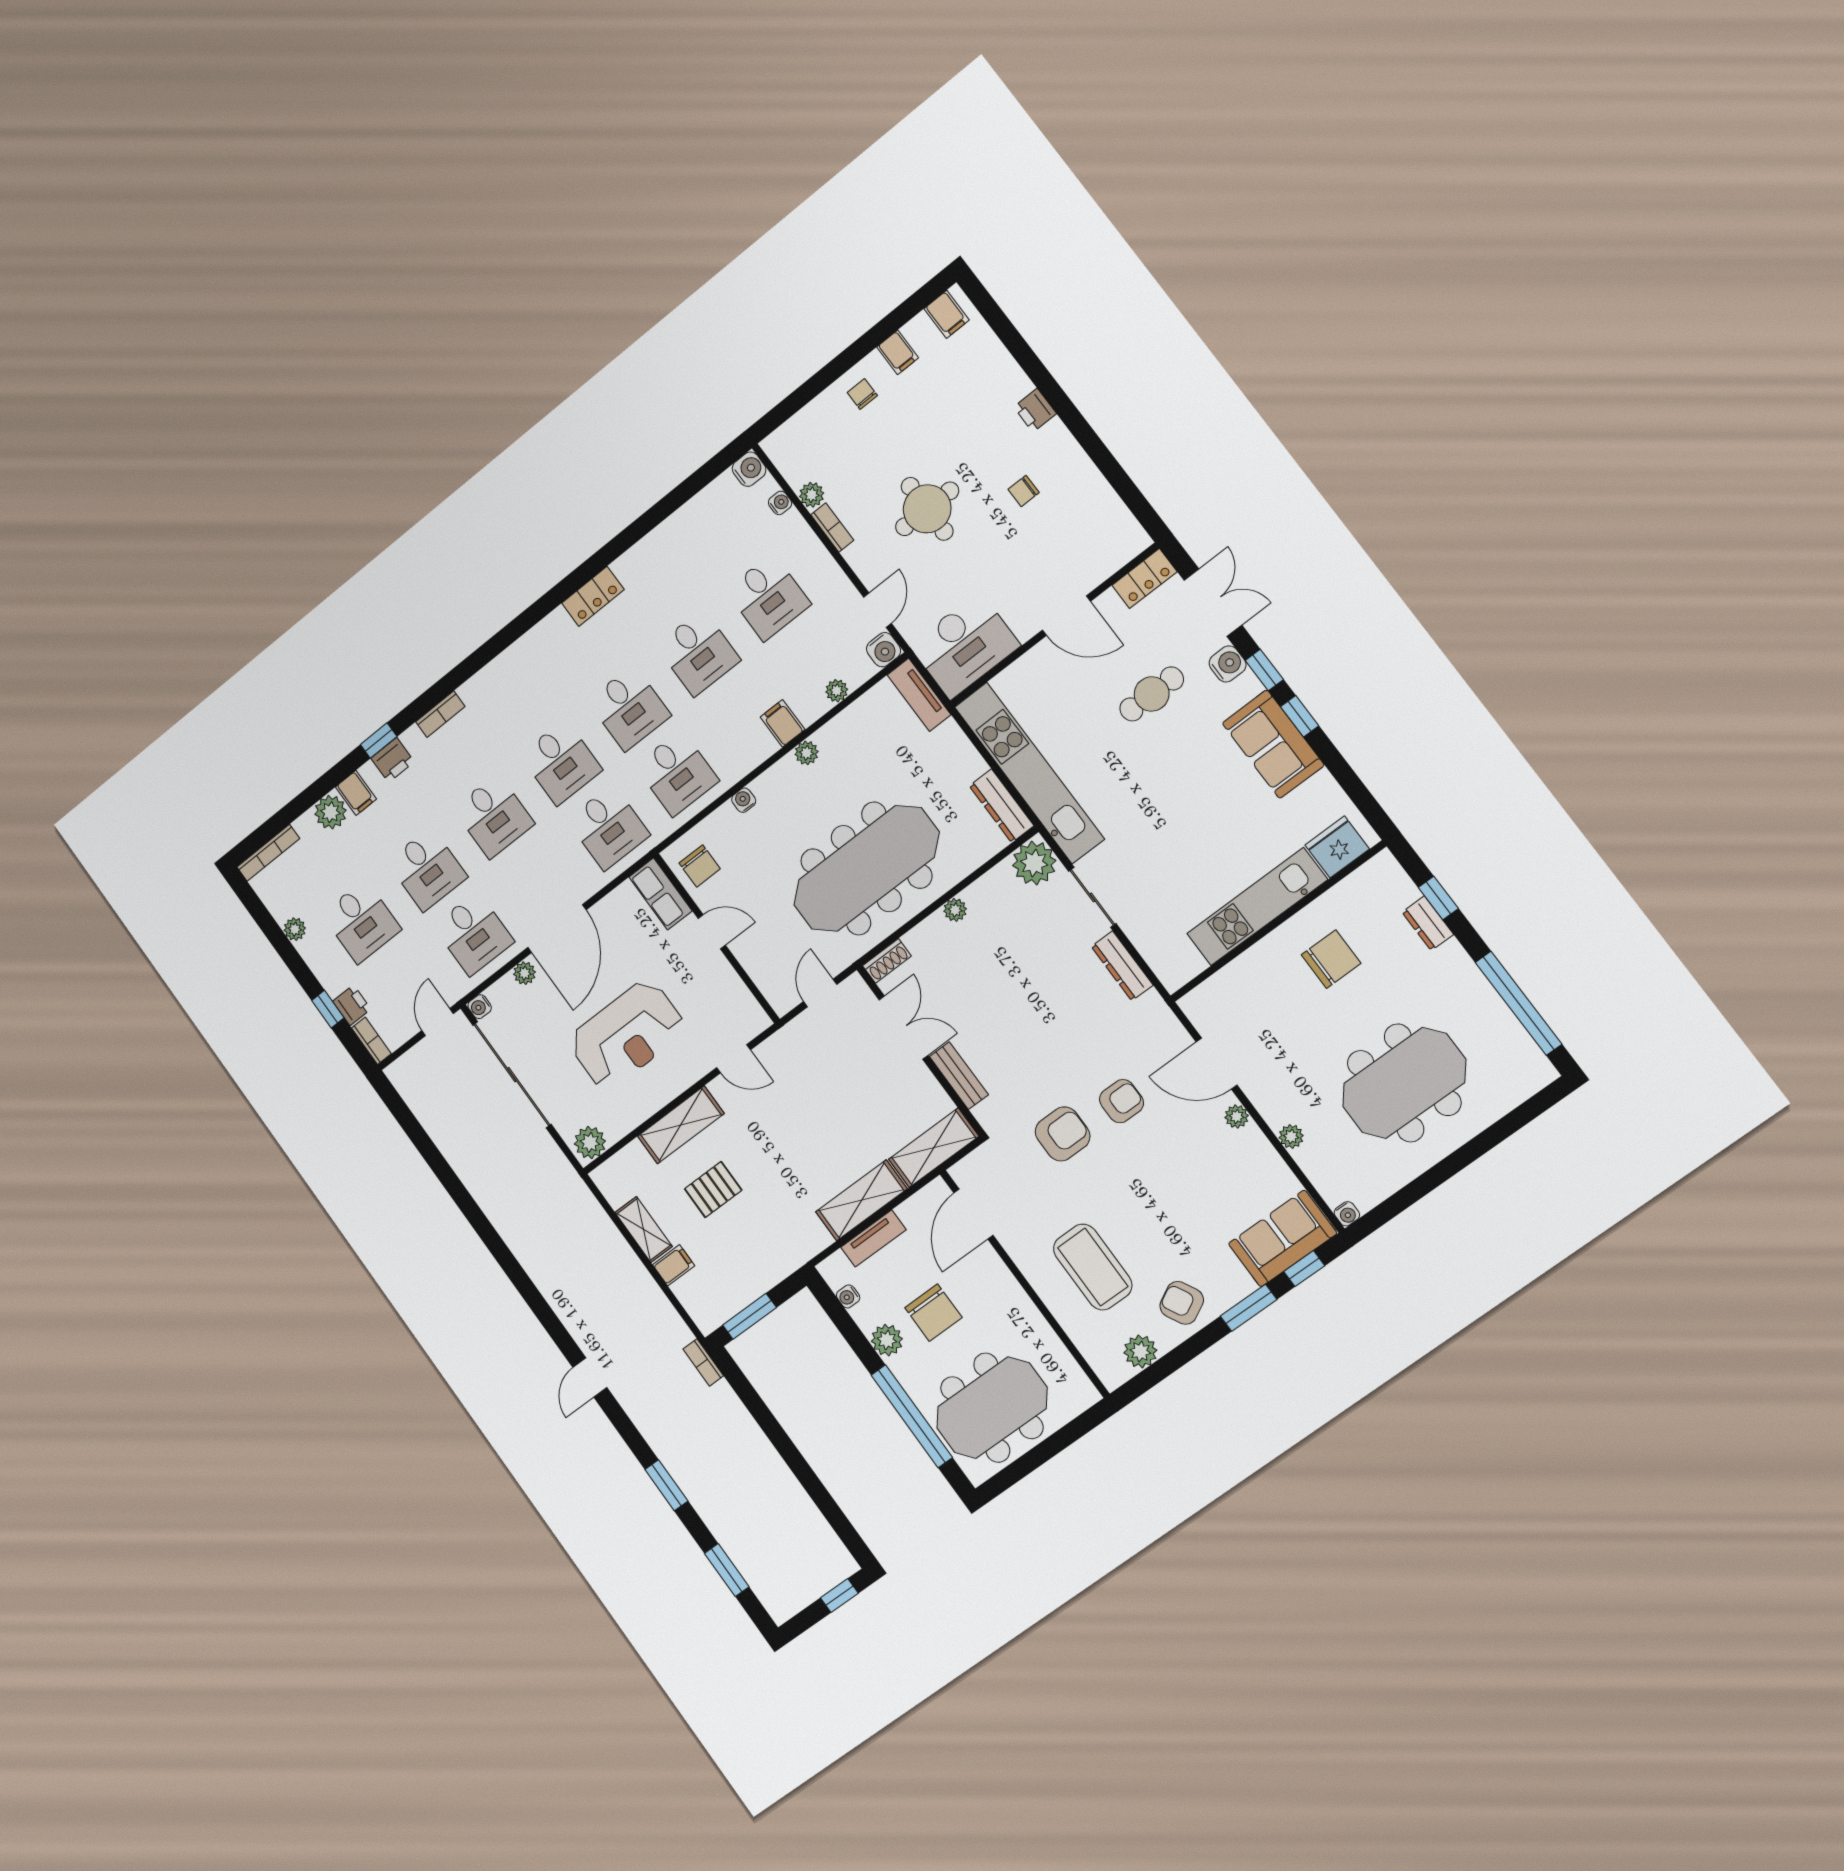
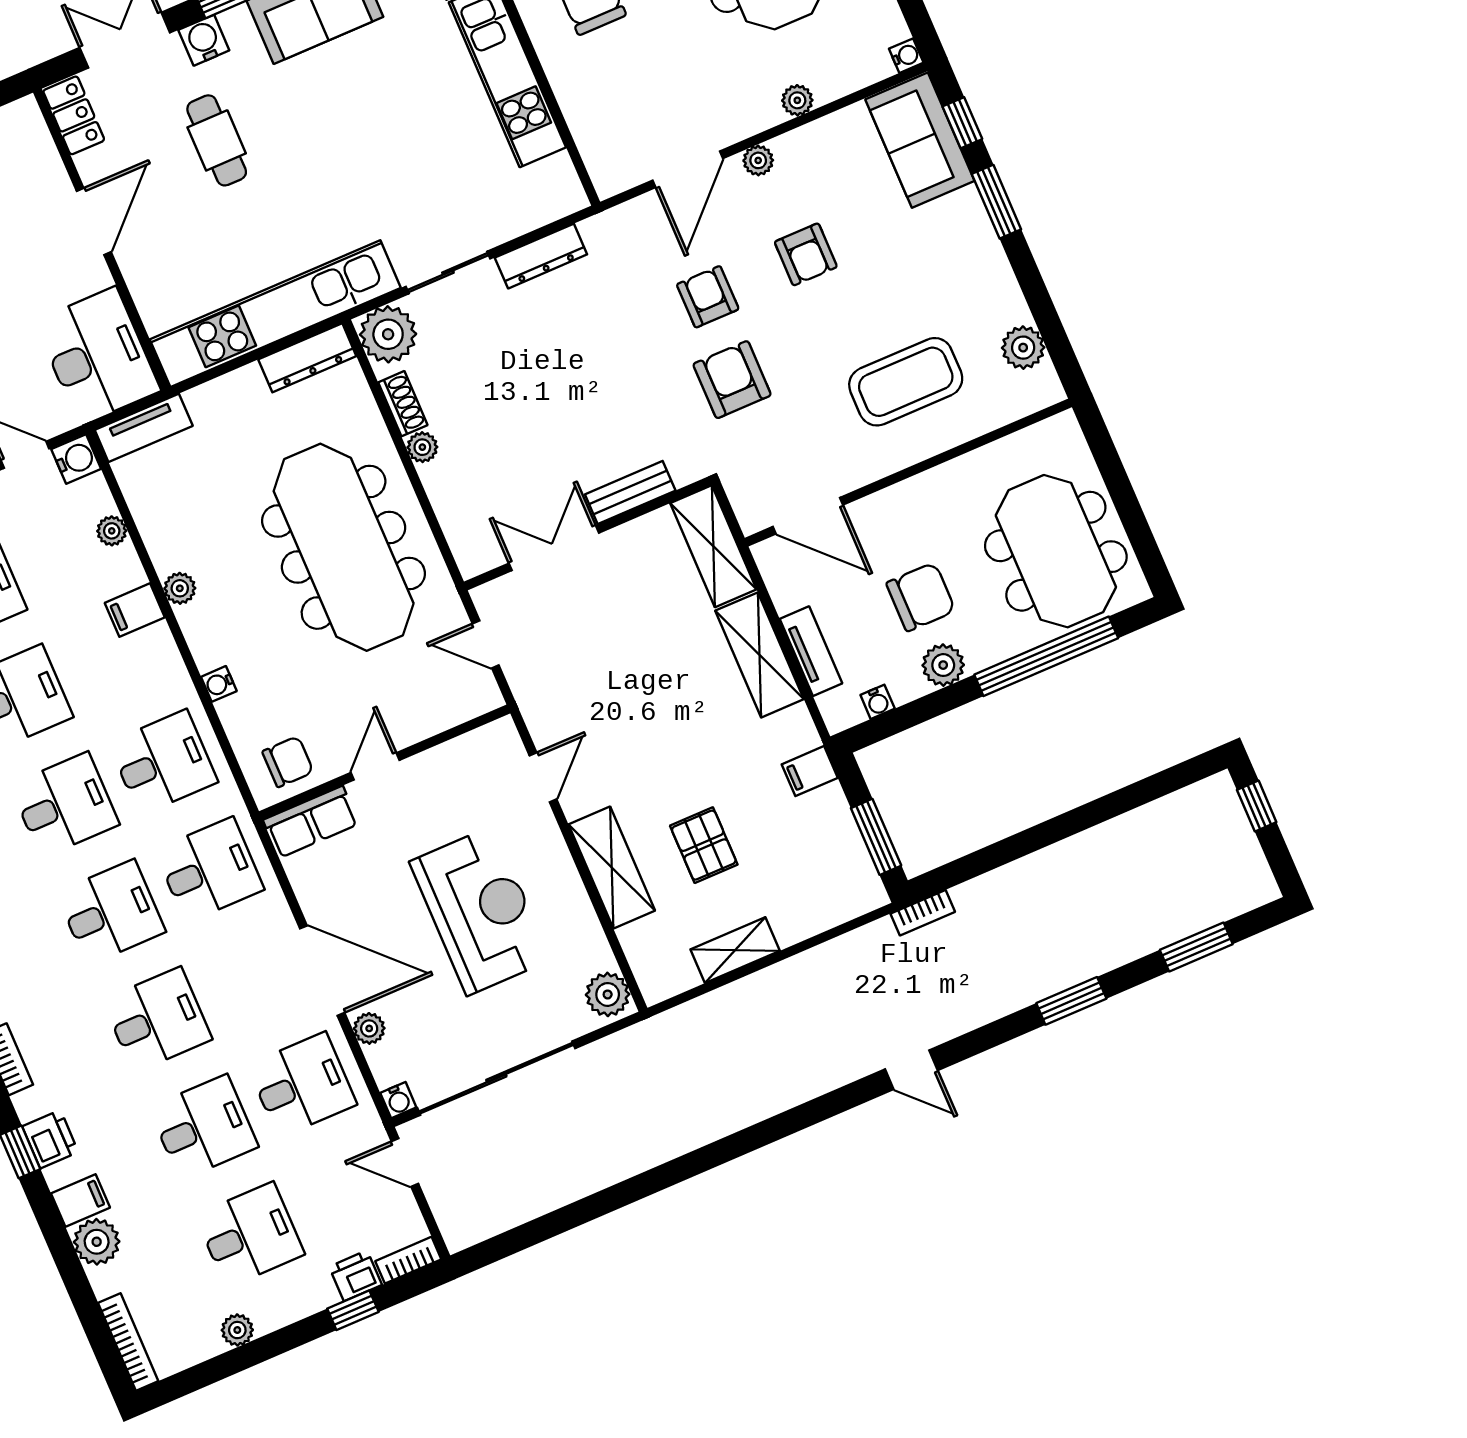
shoe rack: (887, 961) -> (403, 404), moved
filing cabinet: (674, 1265) -> (810, 771), moved, turned -90
armchair: (1182, 1303) -> (806, 254), moved, turned -62

